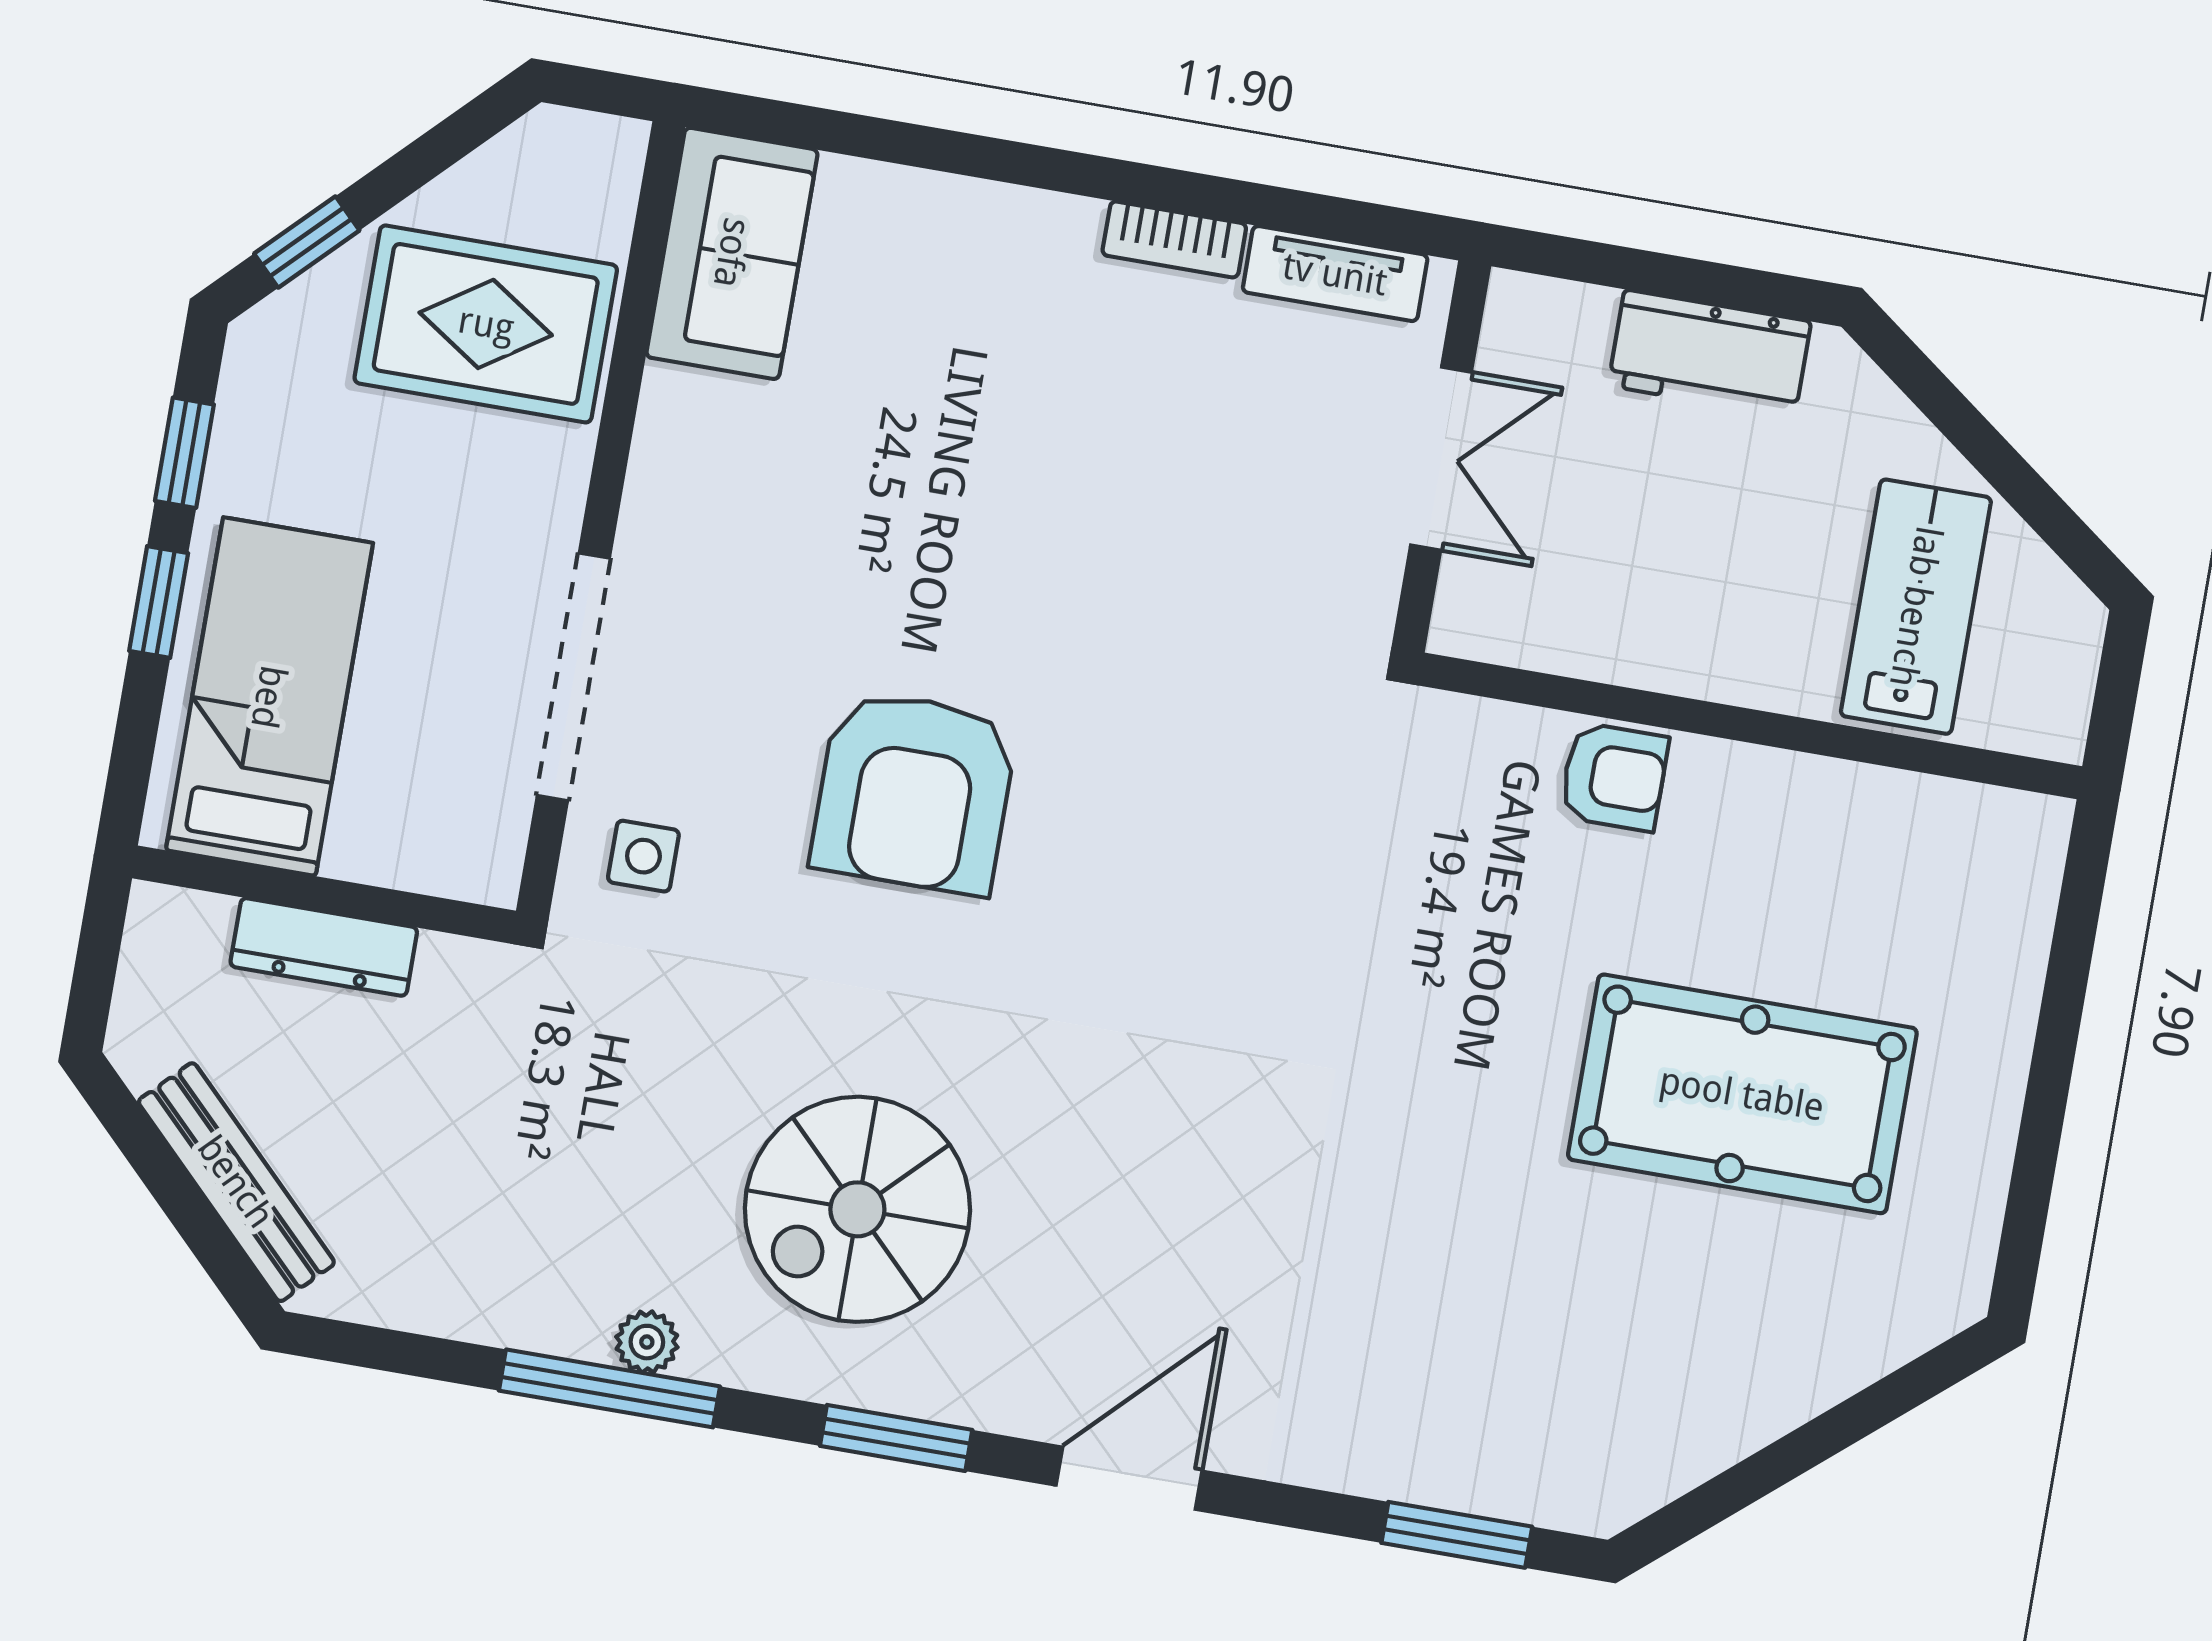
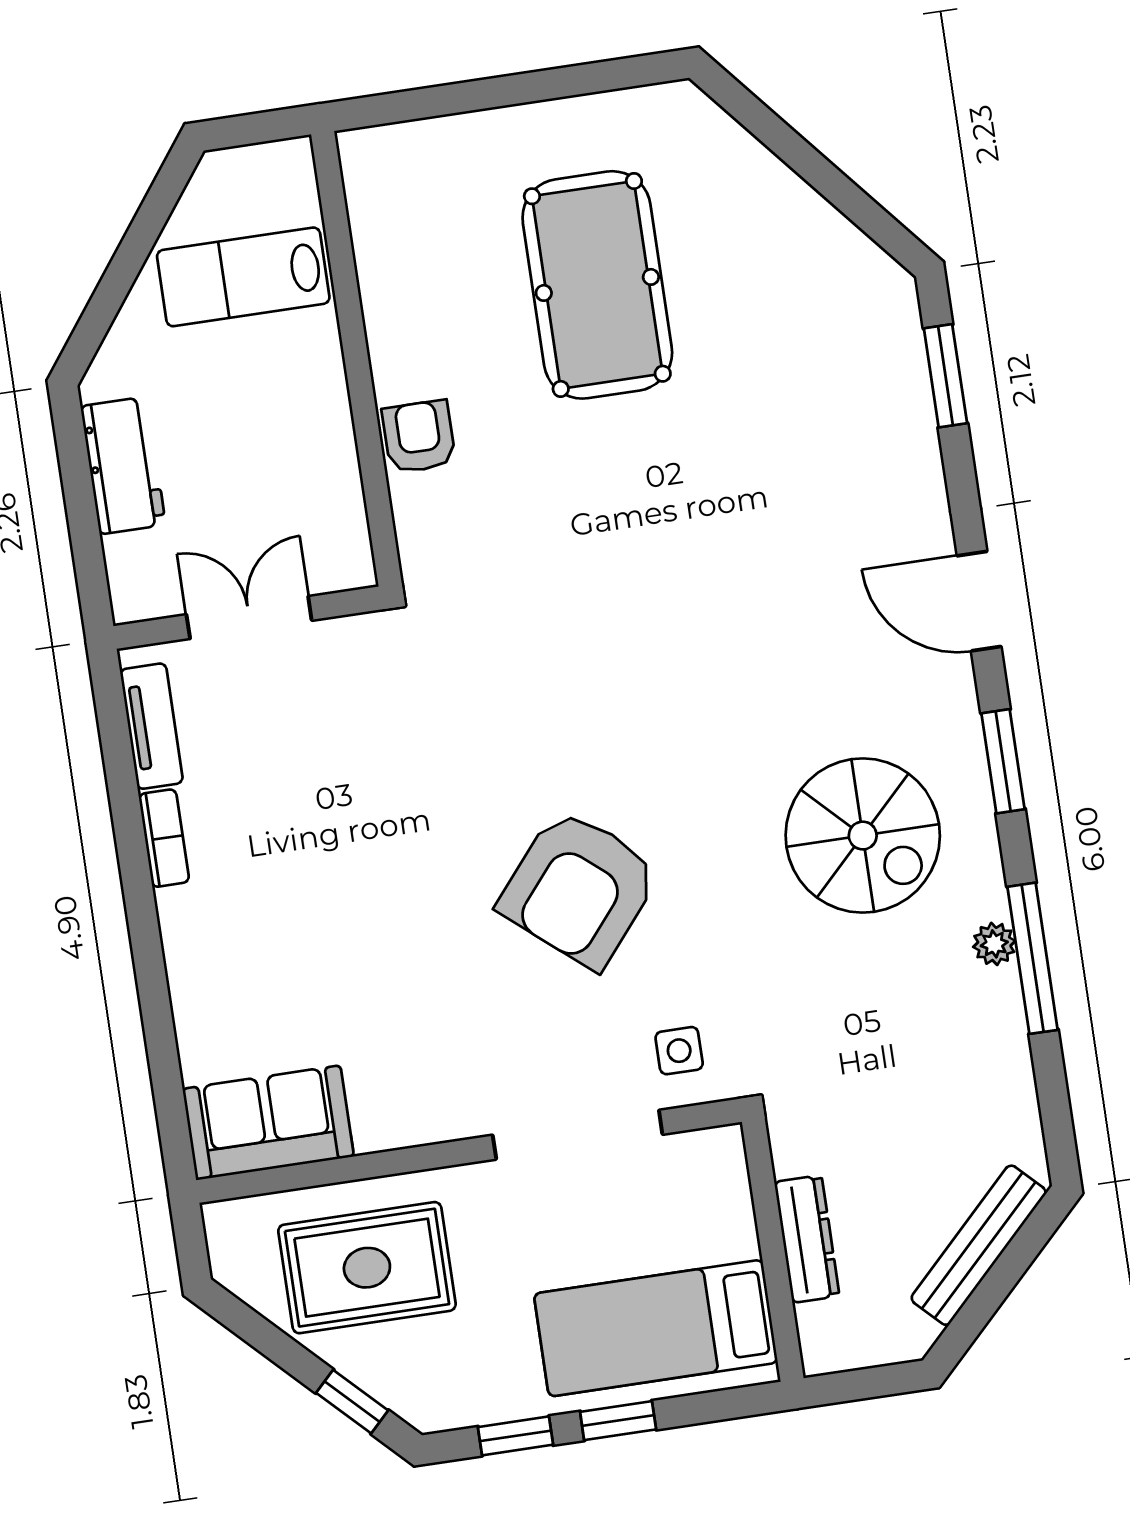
rug: (486, 324) -> (367, 1268), turned 90
armchair: (914, 792) -> (579, 888), turned 130

